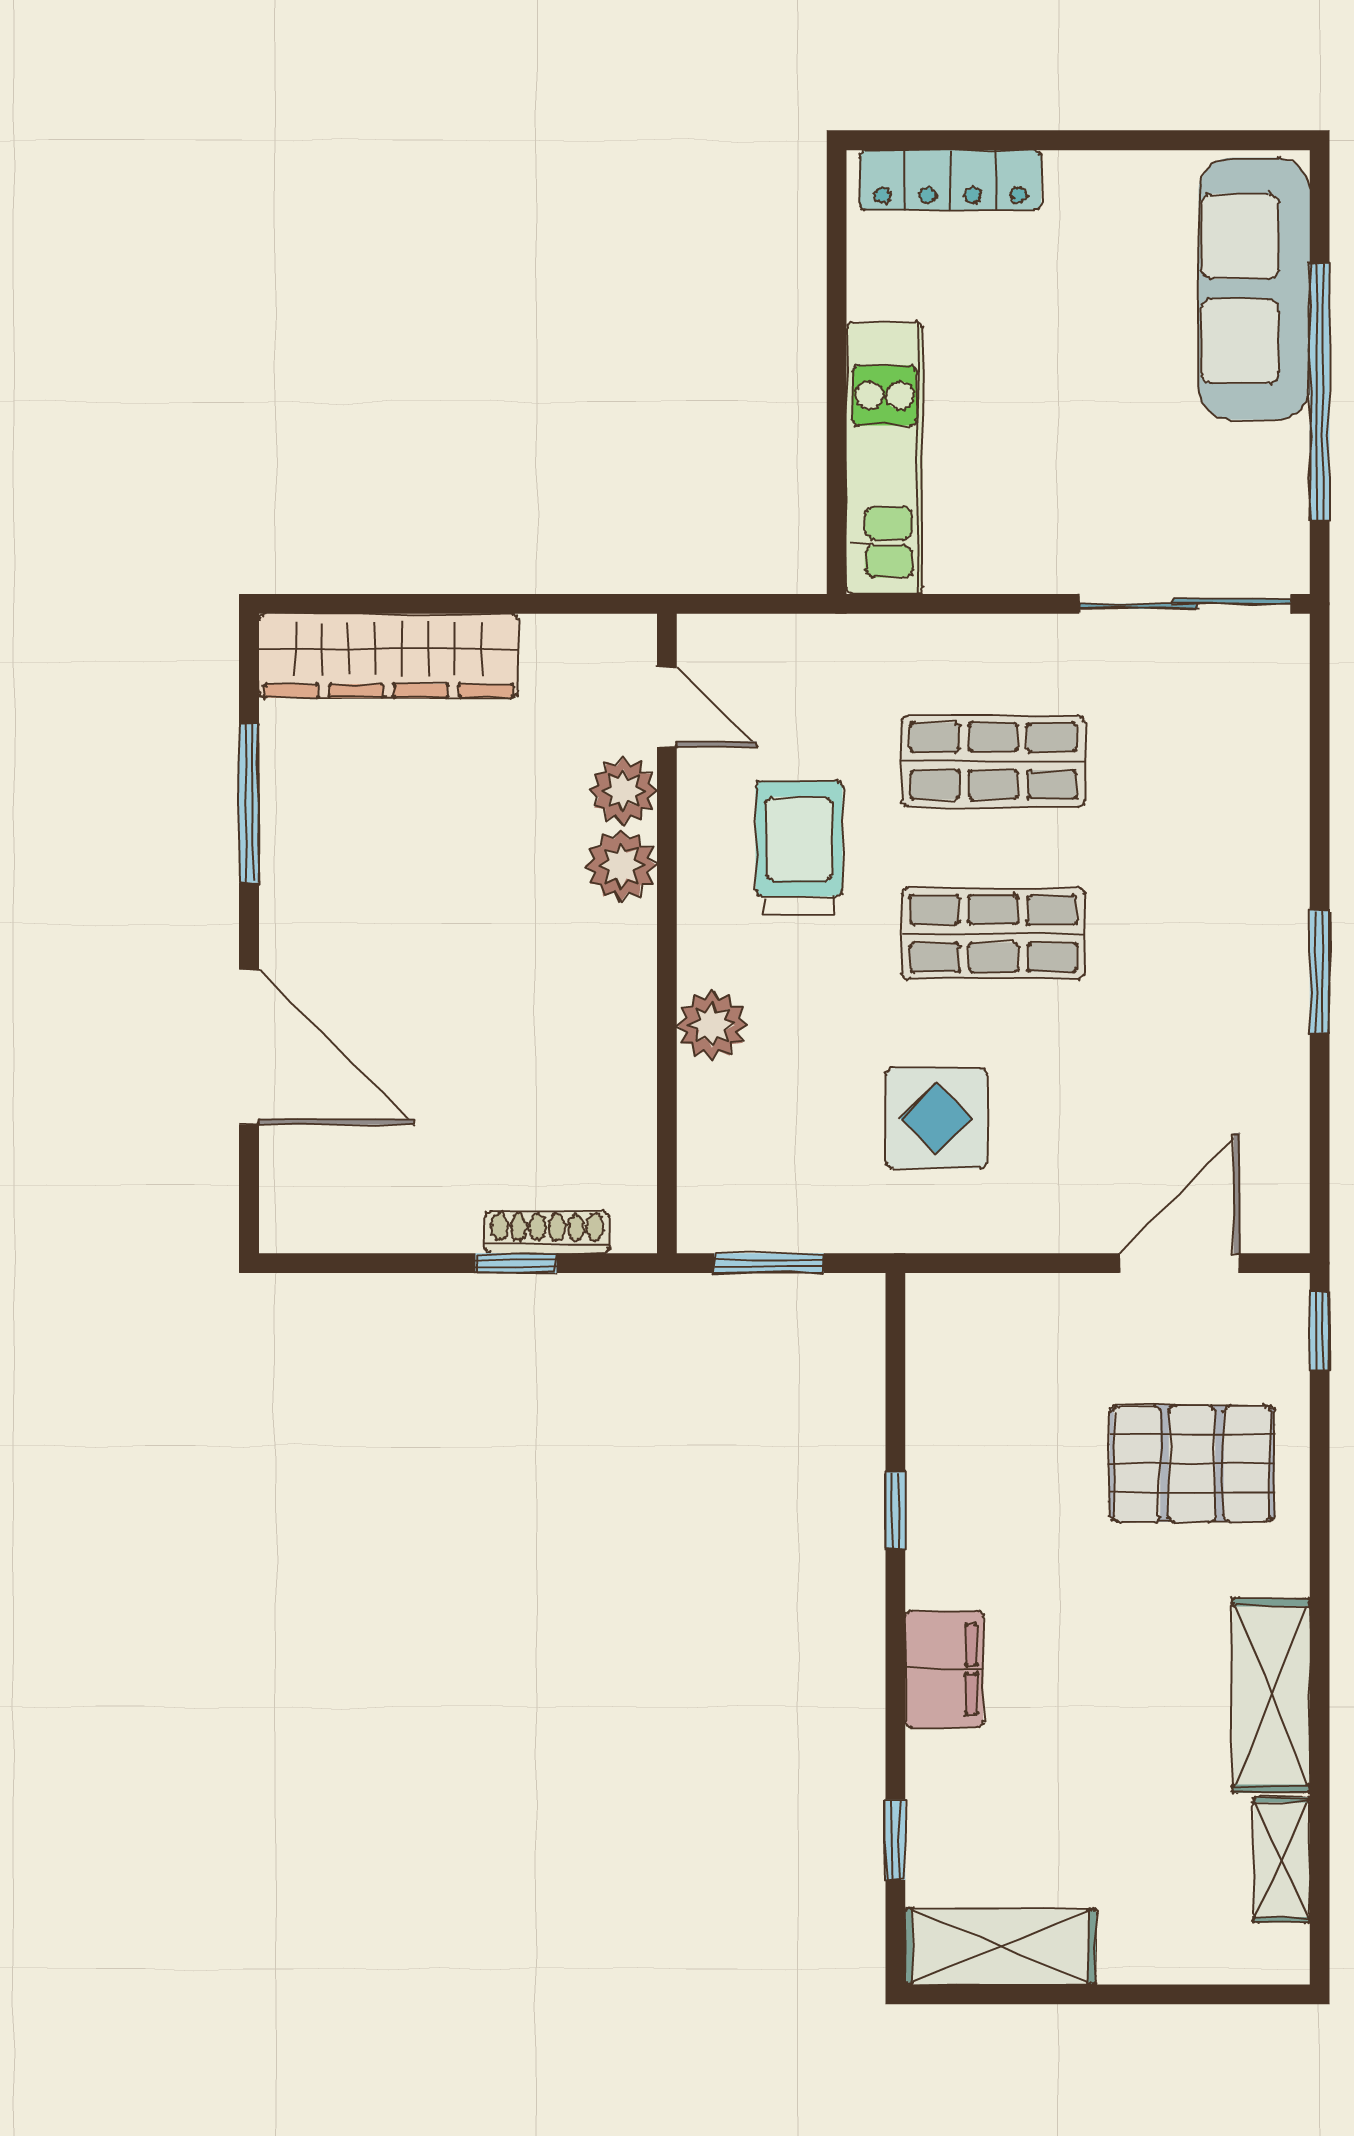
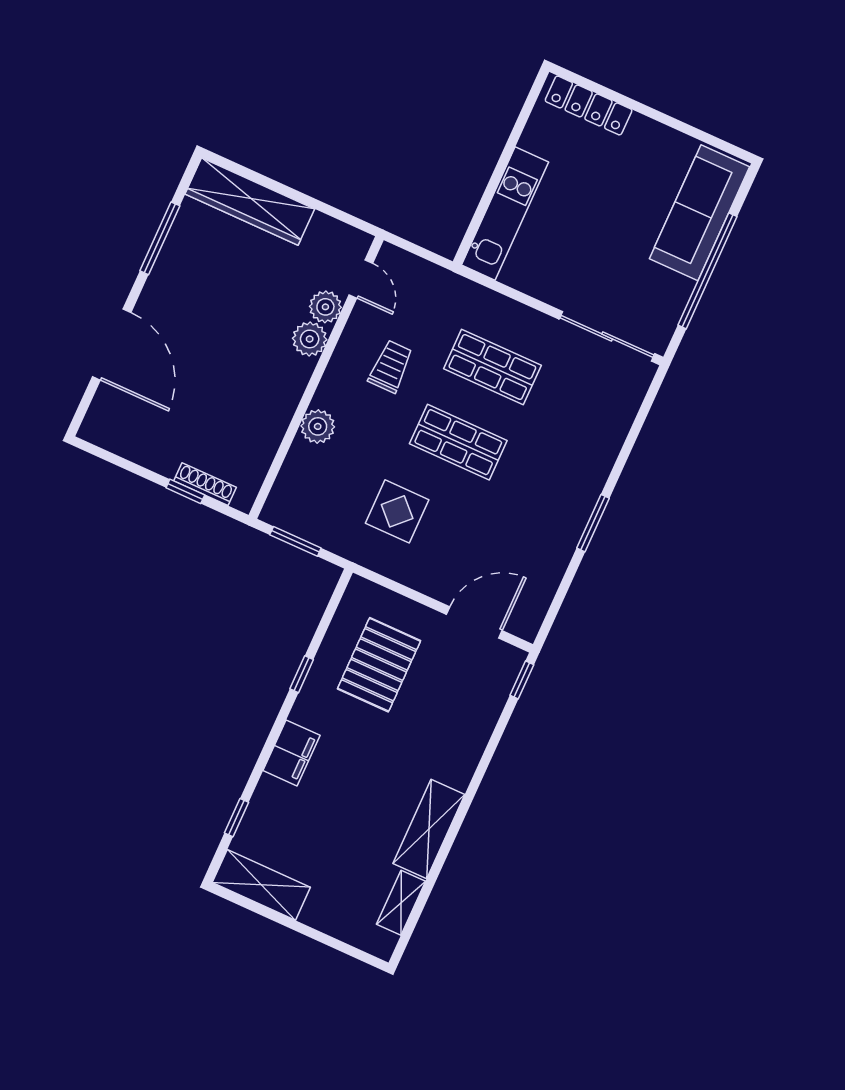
trolley: (799, 848) -> (391, 366), width x0.73, depth x0.72
pallet: (1192, 1463) -> (379, 665), moved, turned 90

